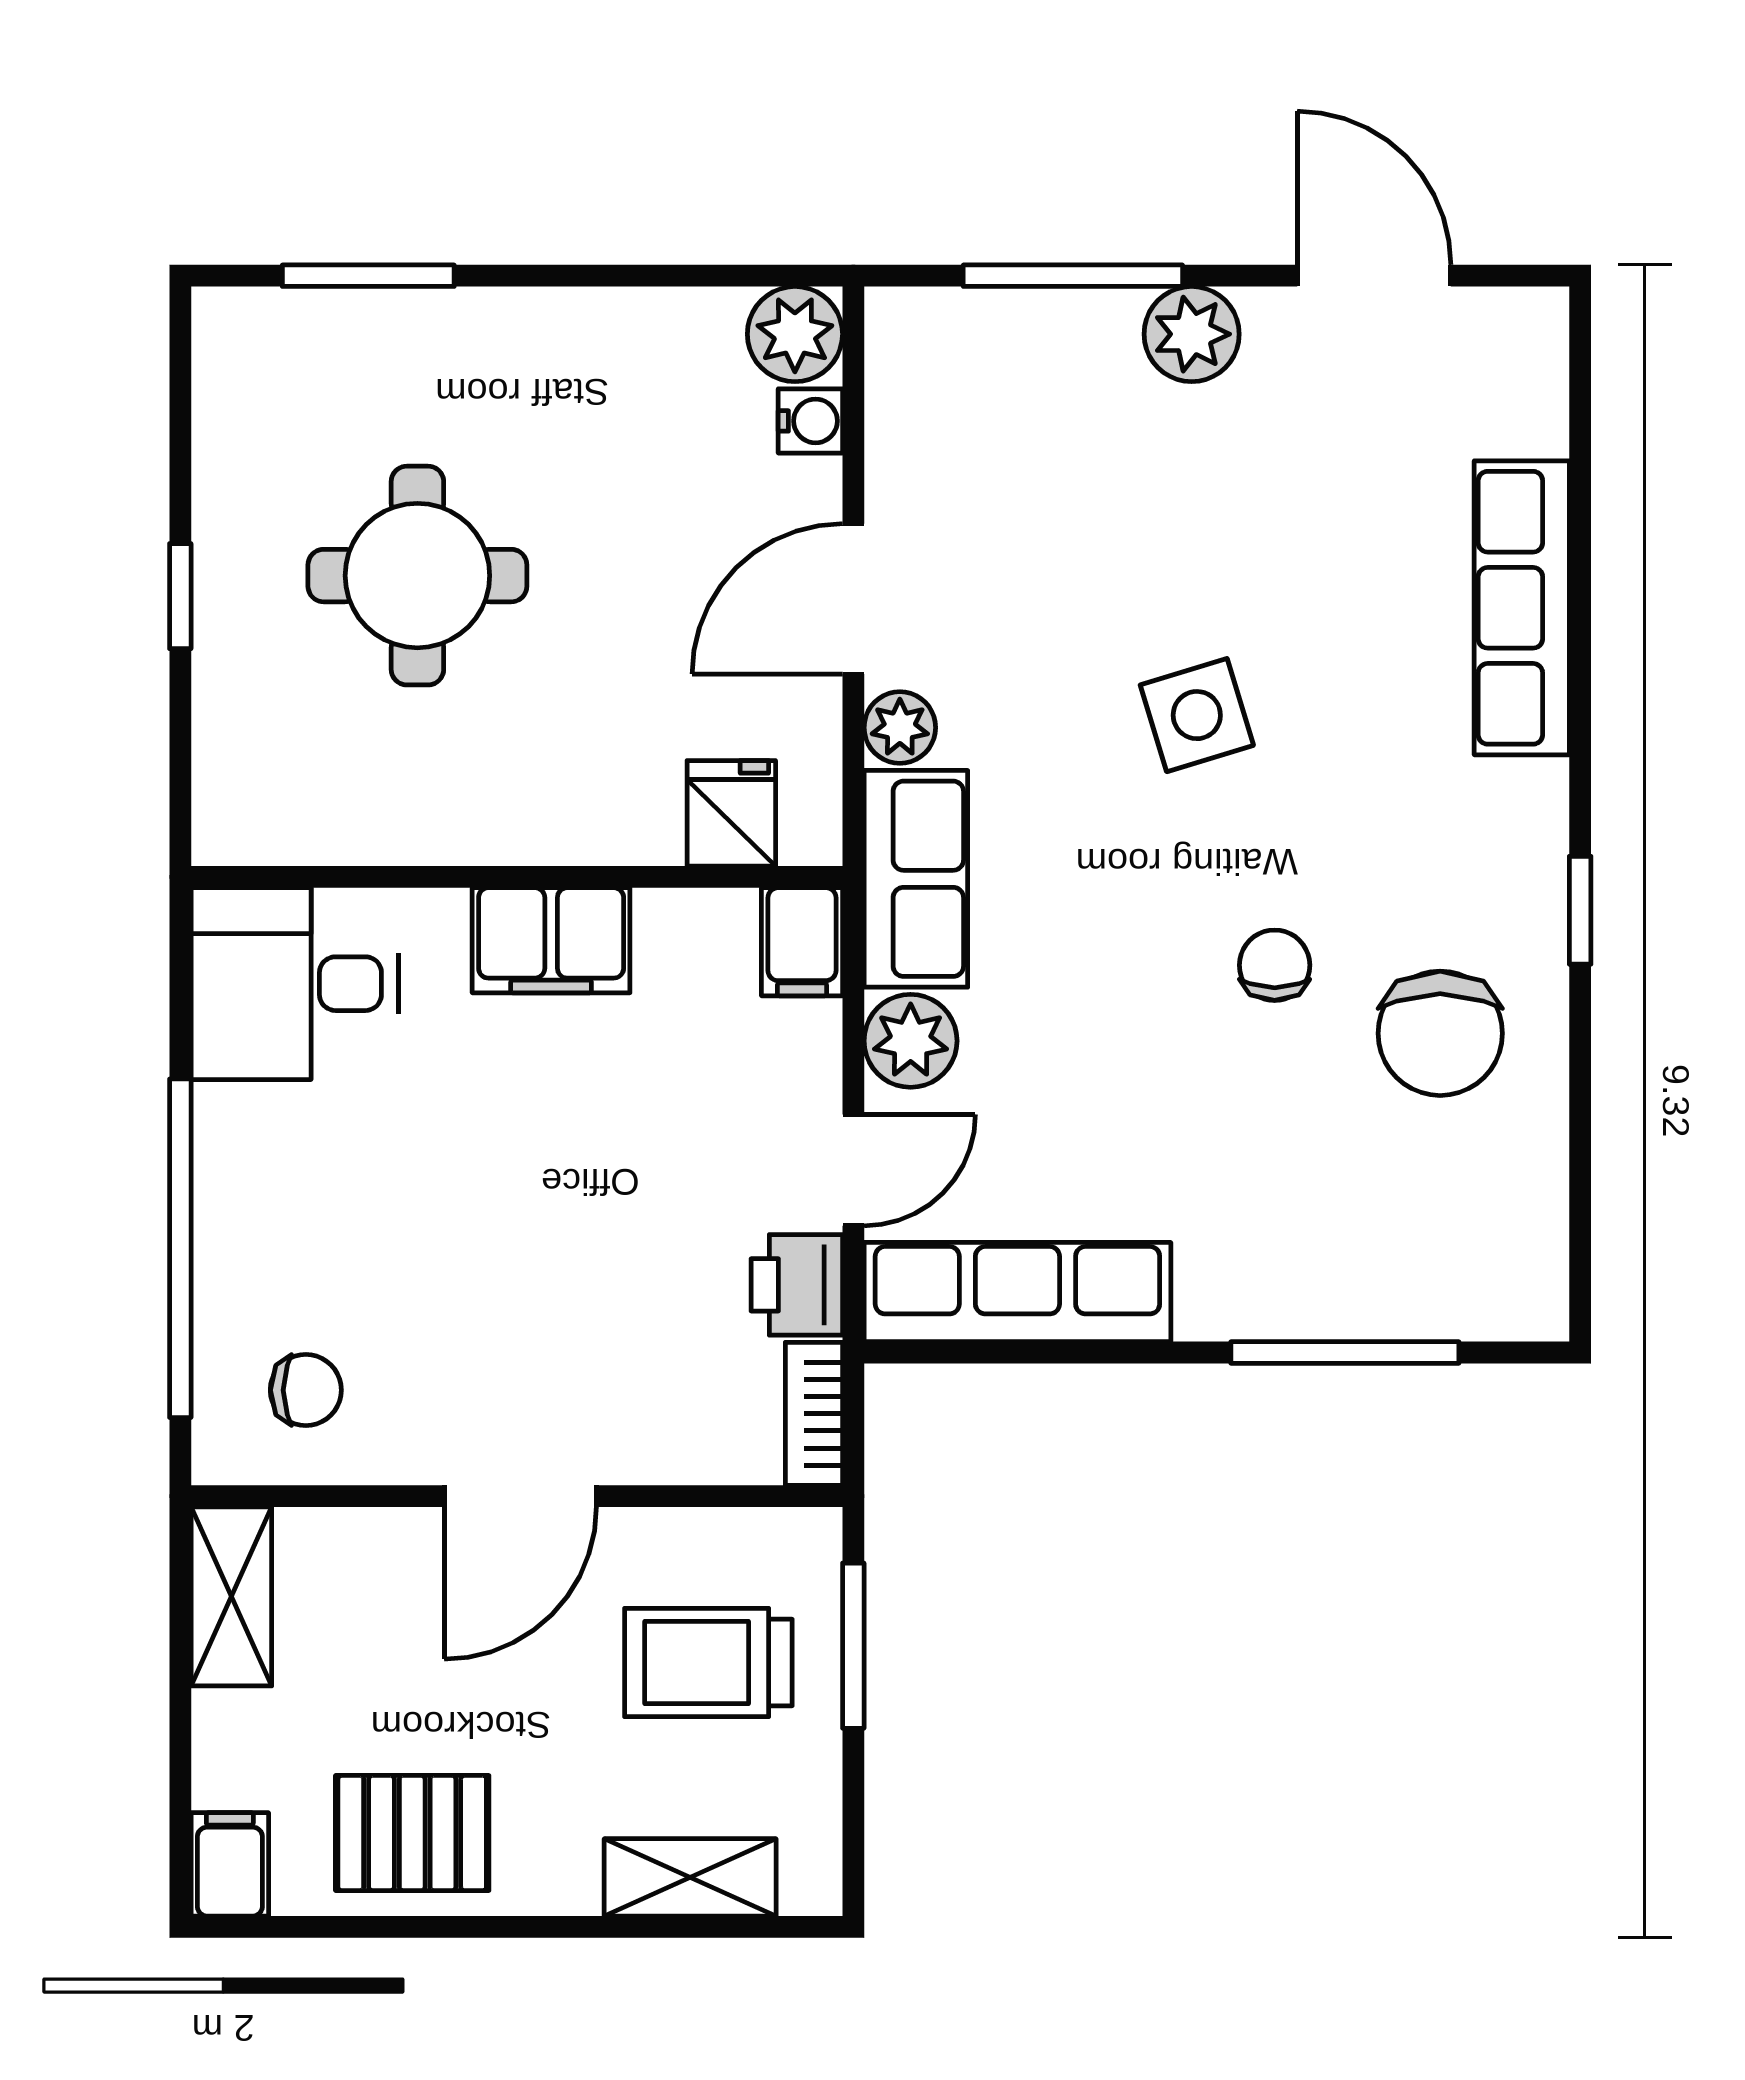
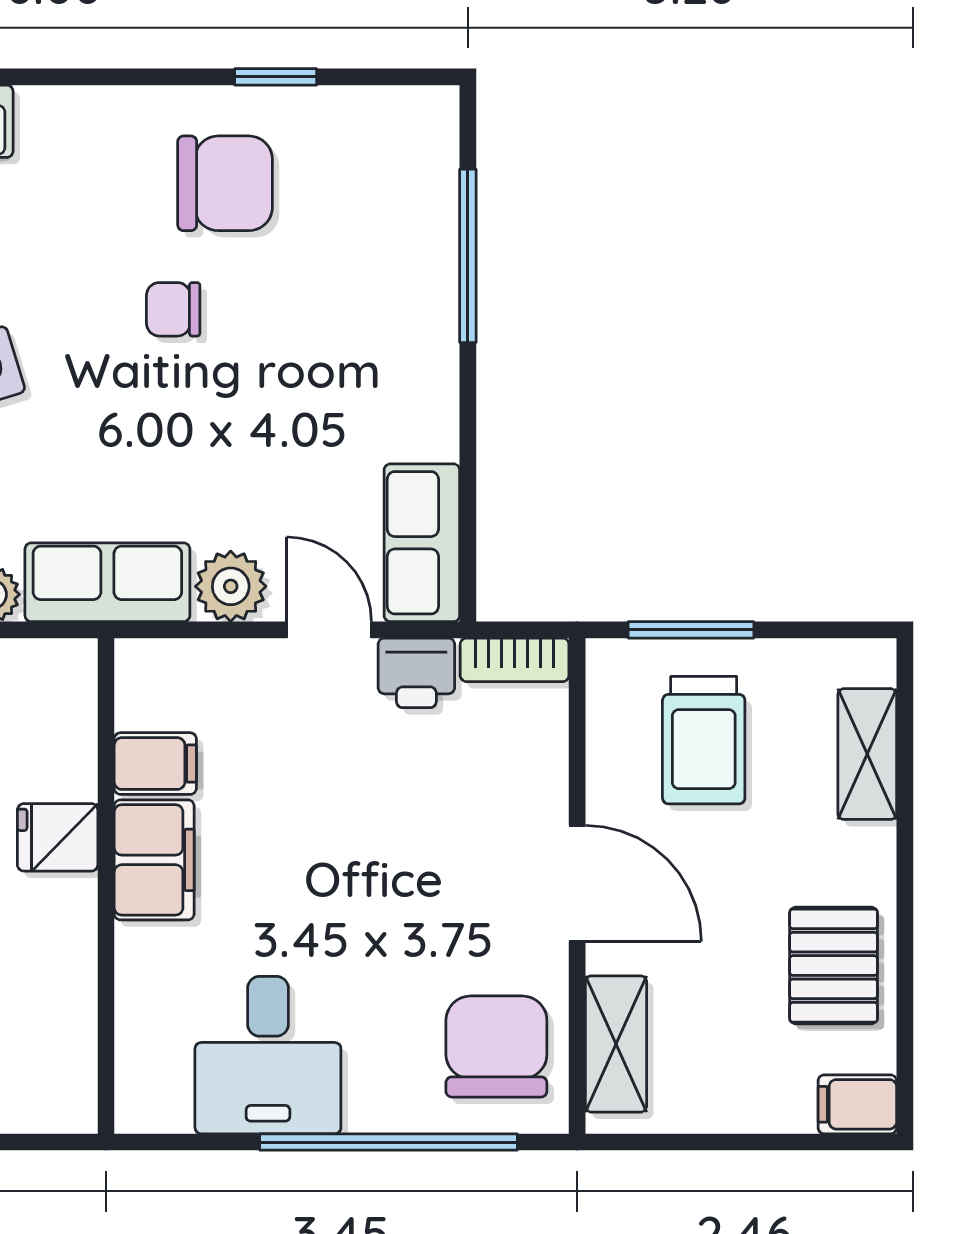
fridge: (731, 813) -> (58, 837), moved
window: (1580, 910) -> (276, 77), moved
filing cabinet: (802, 942) -> (155, 764), moved
desk: (295, 984) -> (268, 1055), moved
row of seats: (1017, 1292) -> (422, 543), width x0.68
chair: (306, 1390) -> (496, 1047), width x1.87, depth x1.87
shelving: (231, 1596) -> (616, 1044), moved, turned 90

